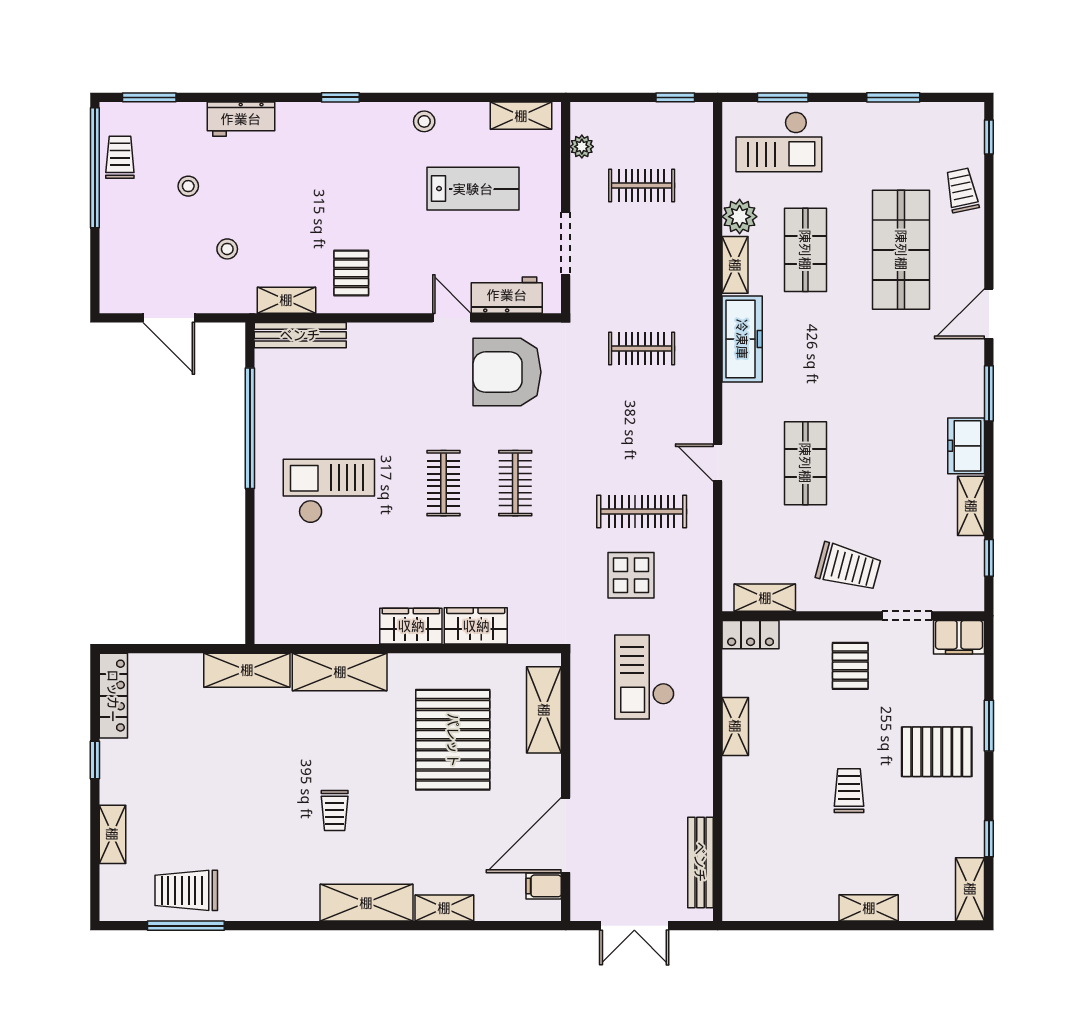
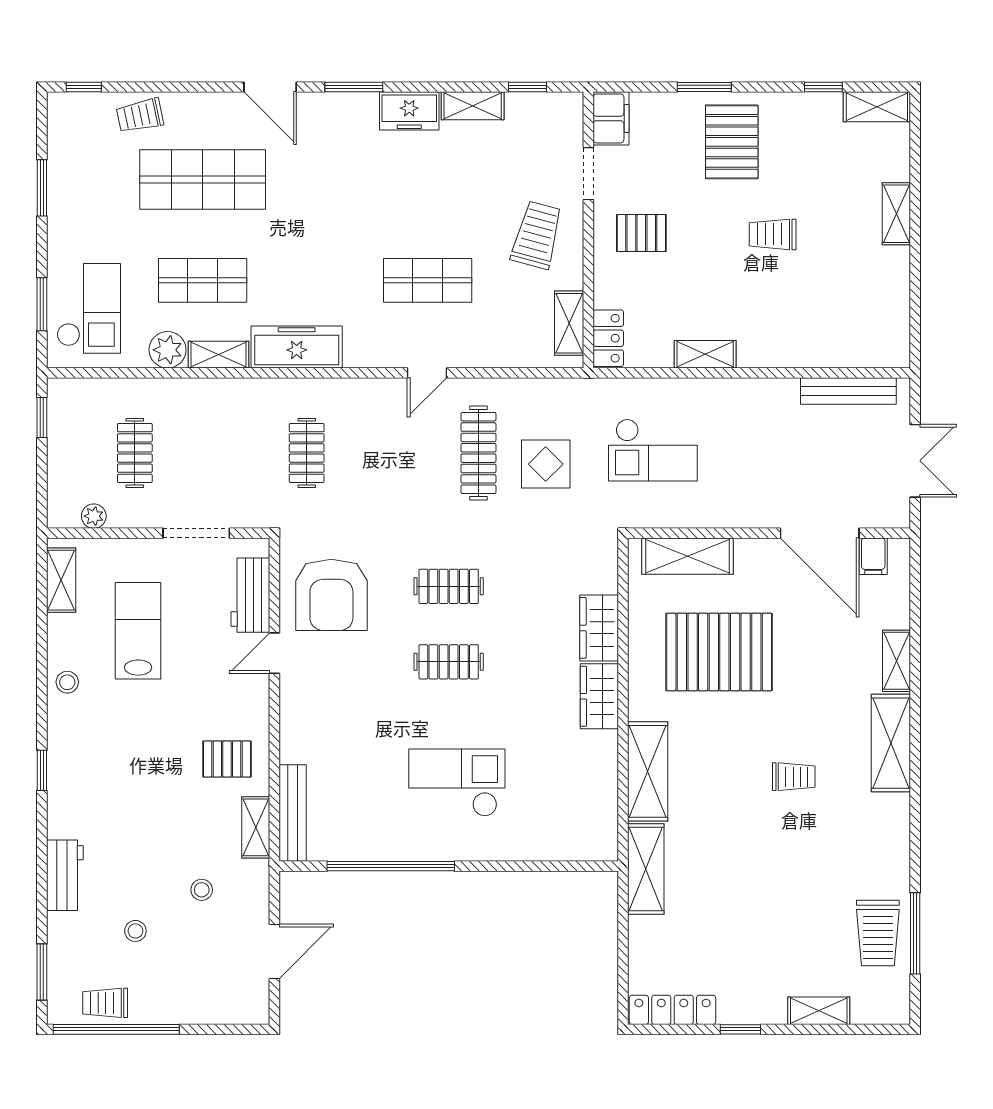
checkout: (329, 491) -> (457, 783), turned 90

